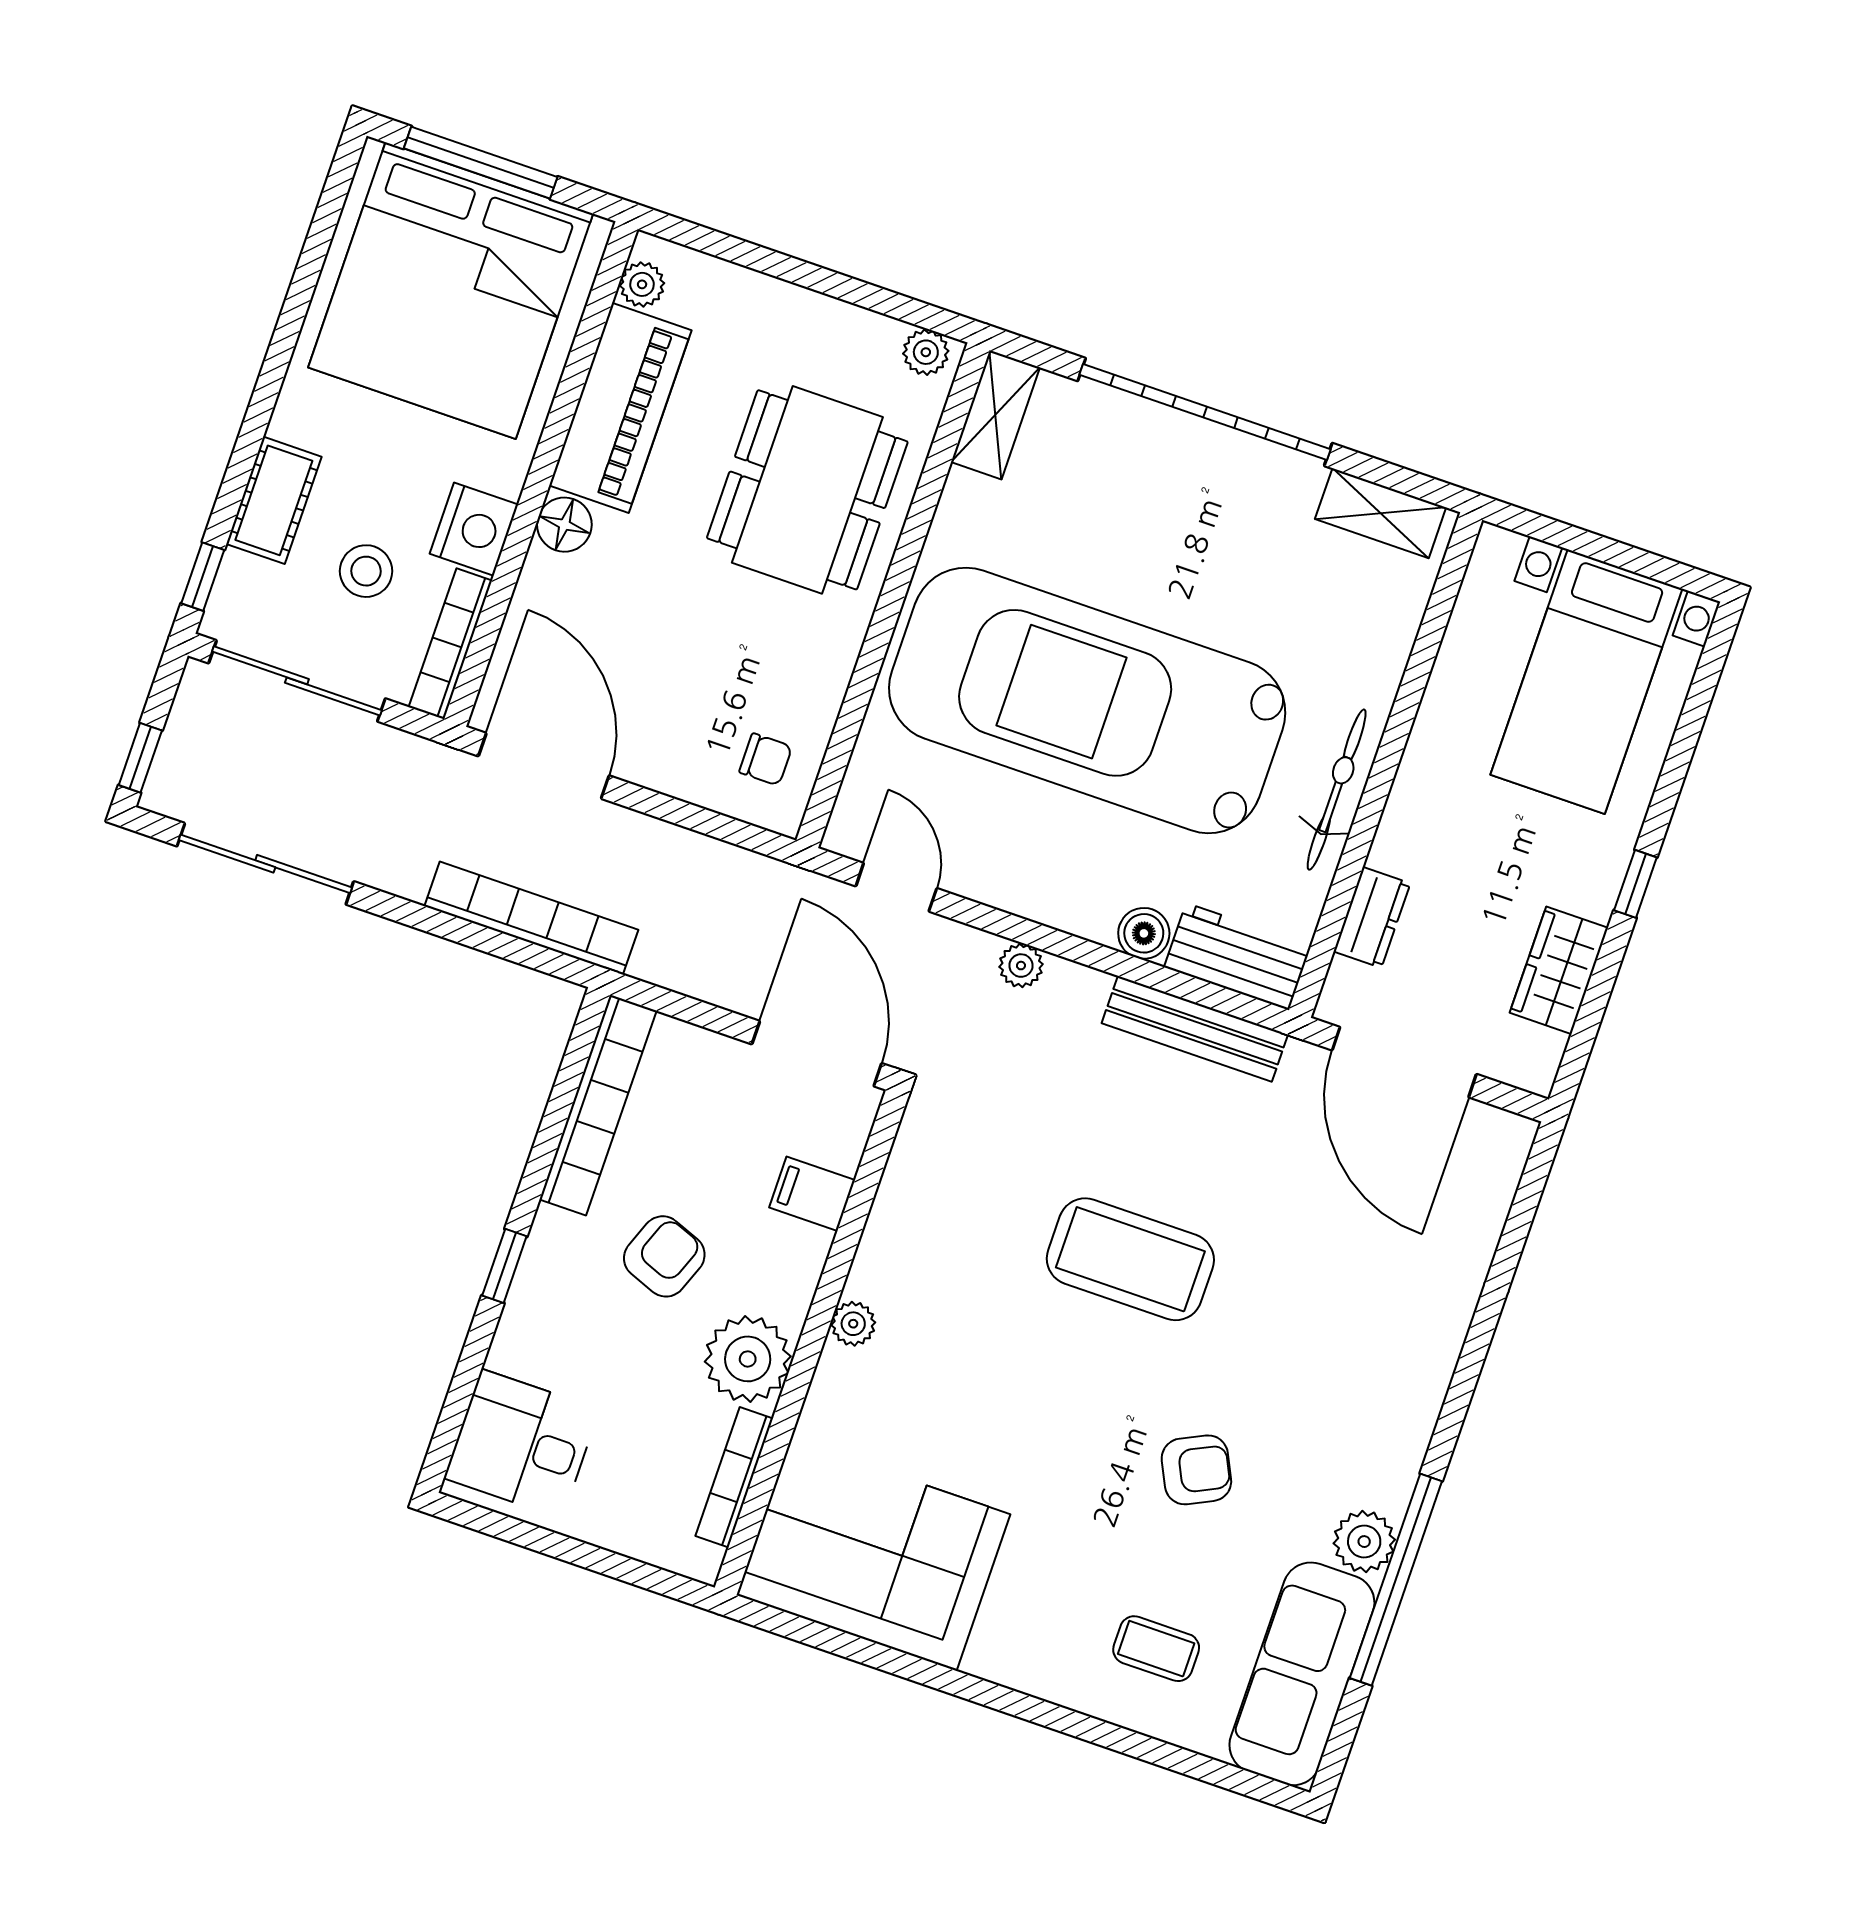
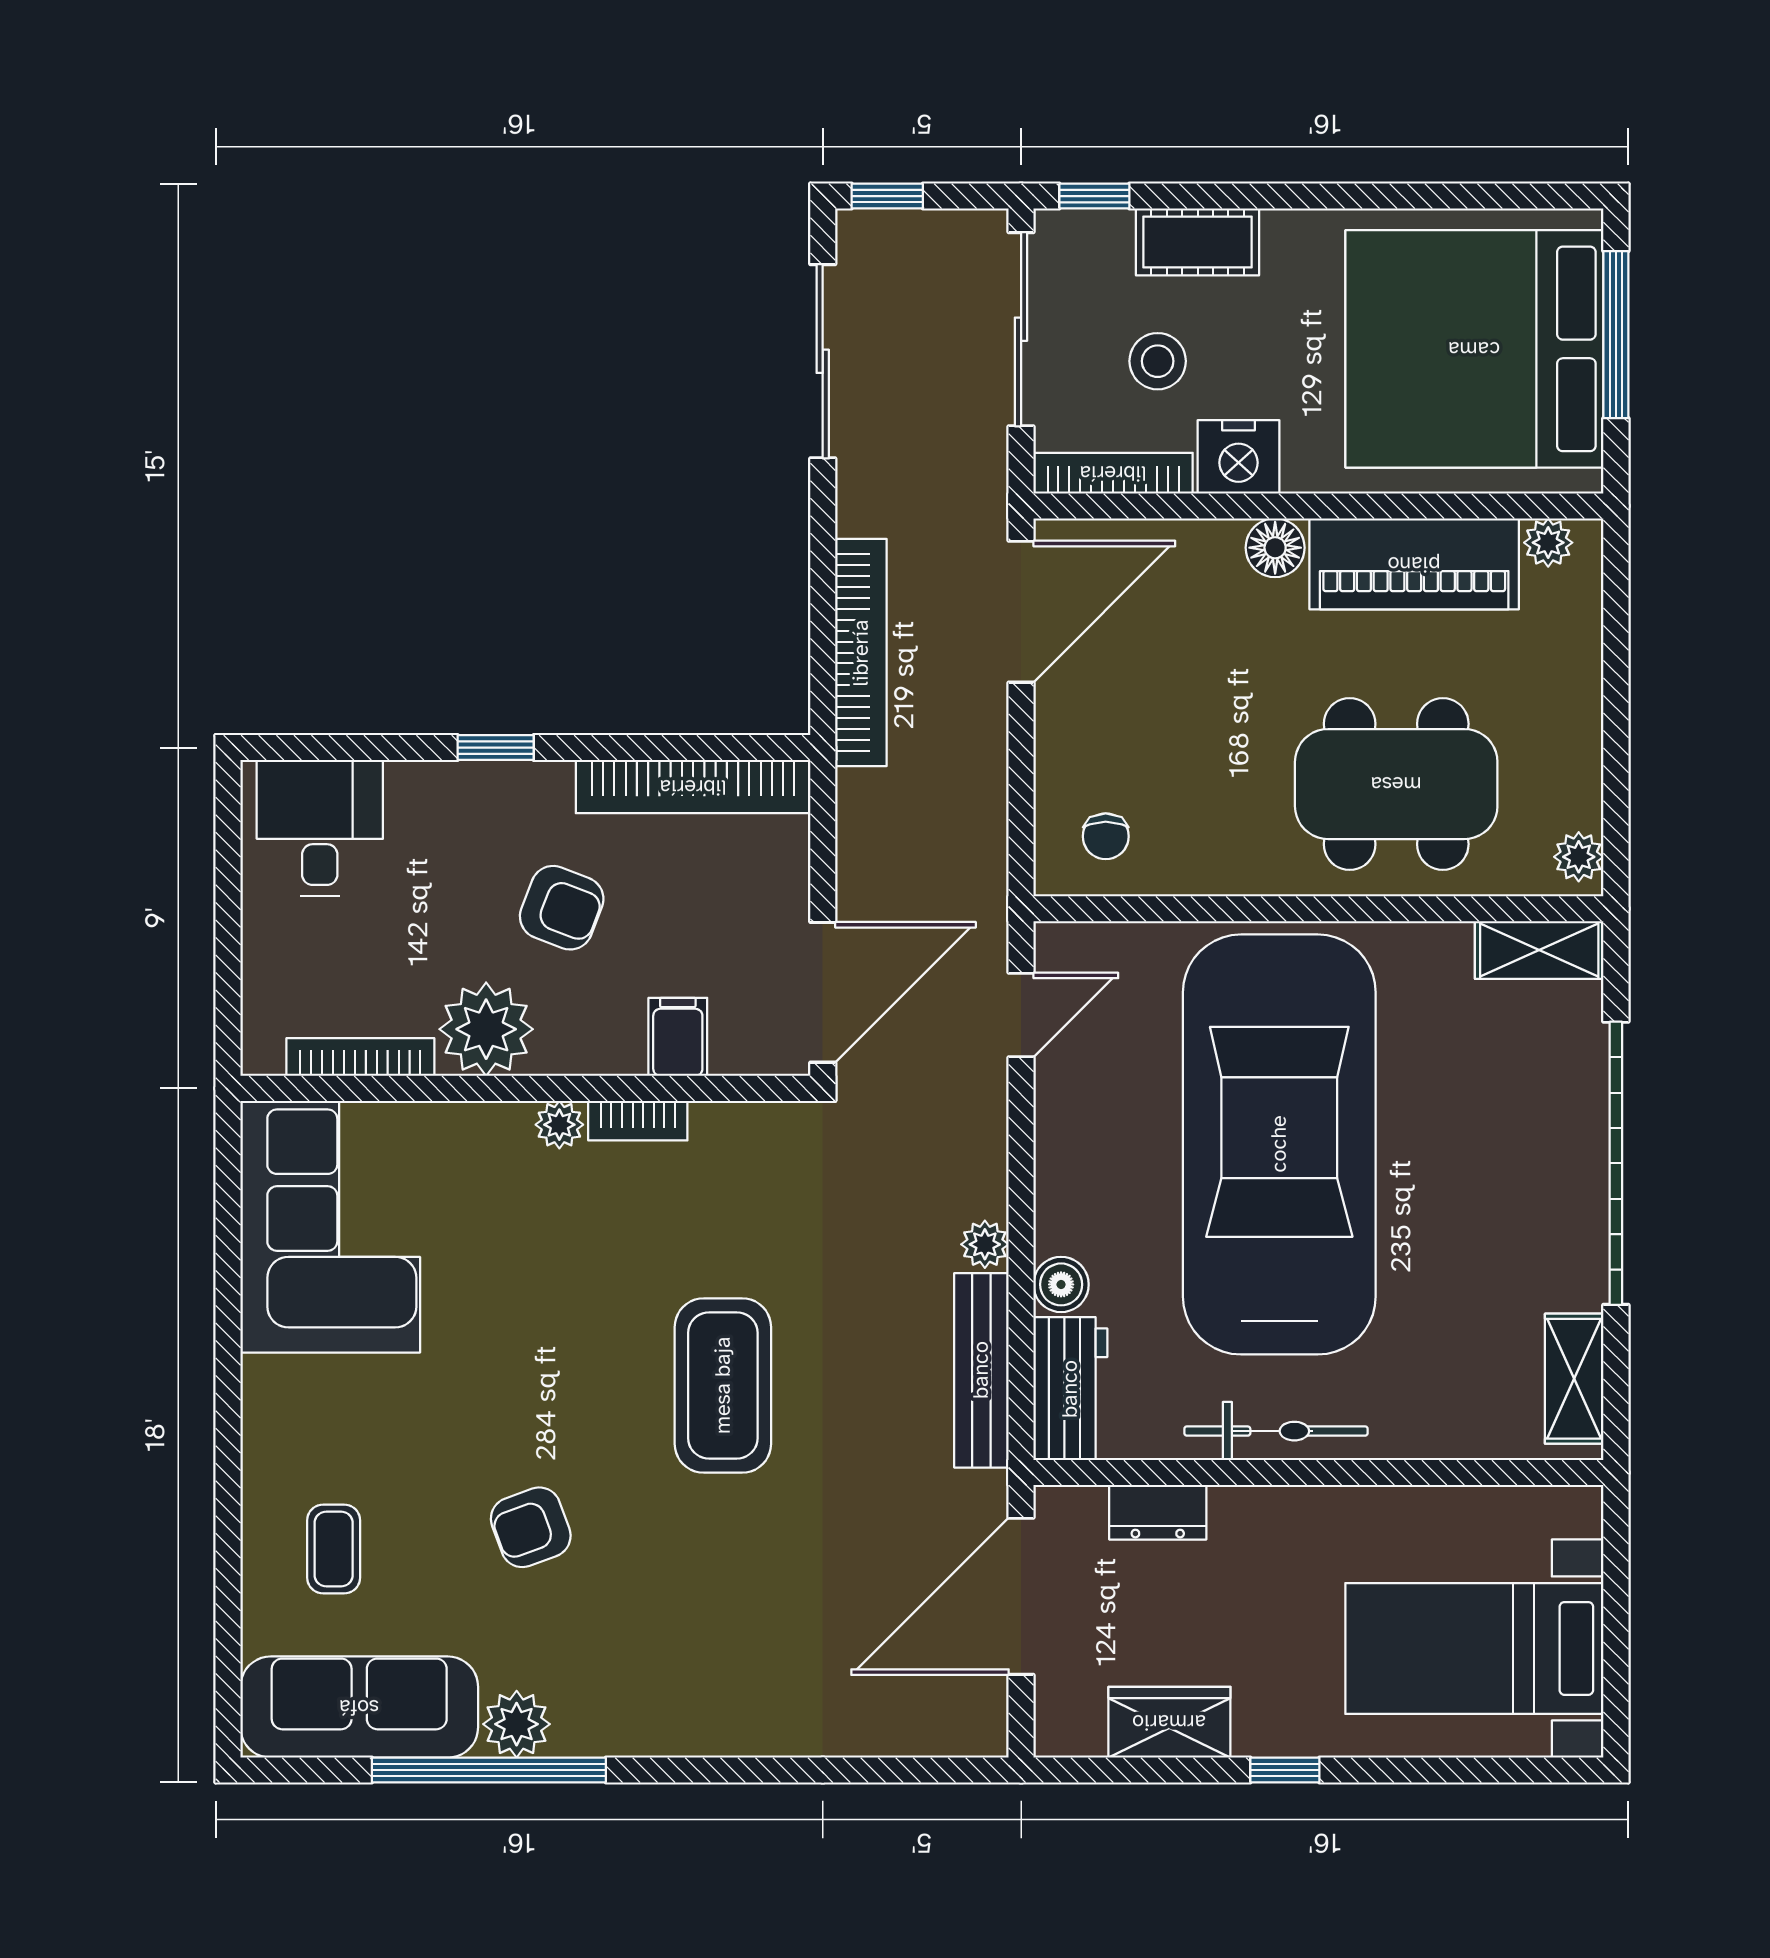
plant: (1021, 966) -> (985, 1244), moved
bookcase: (873, 1254) -> (638, 1121), added
armchair: (1196, 1470) -> (531, 1527), turned 96

